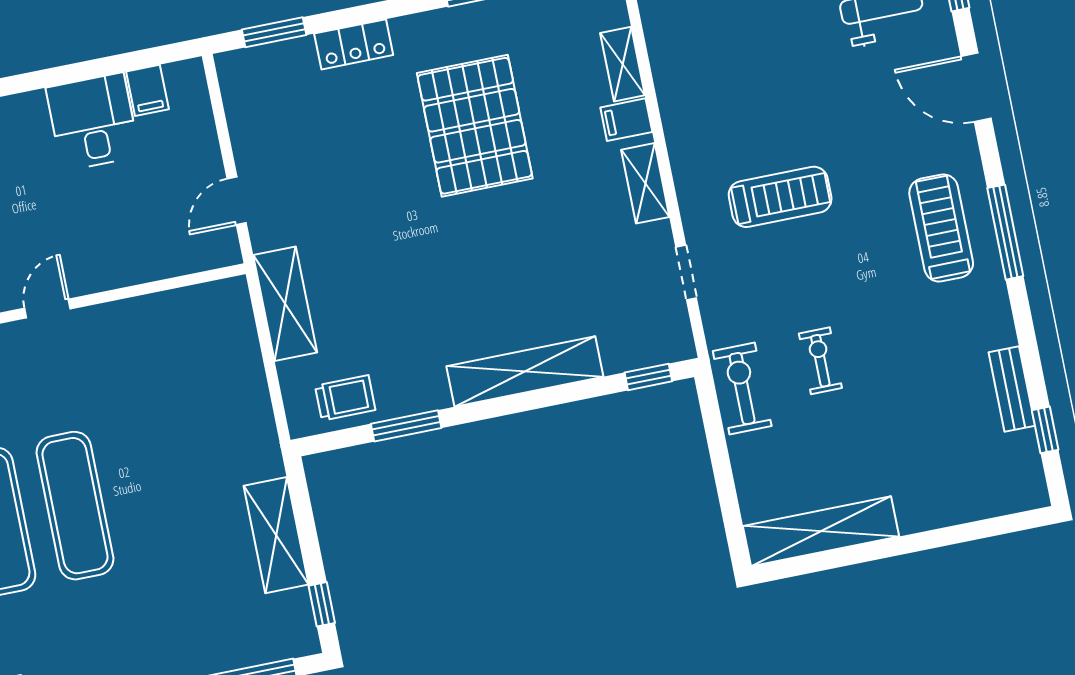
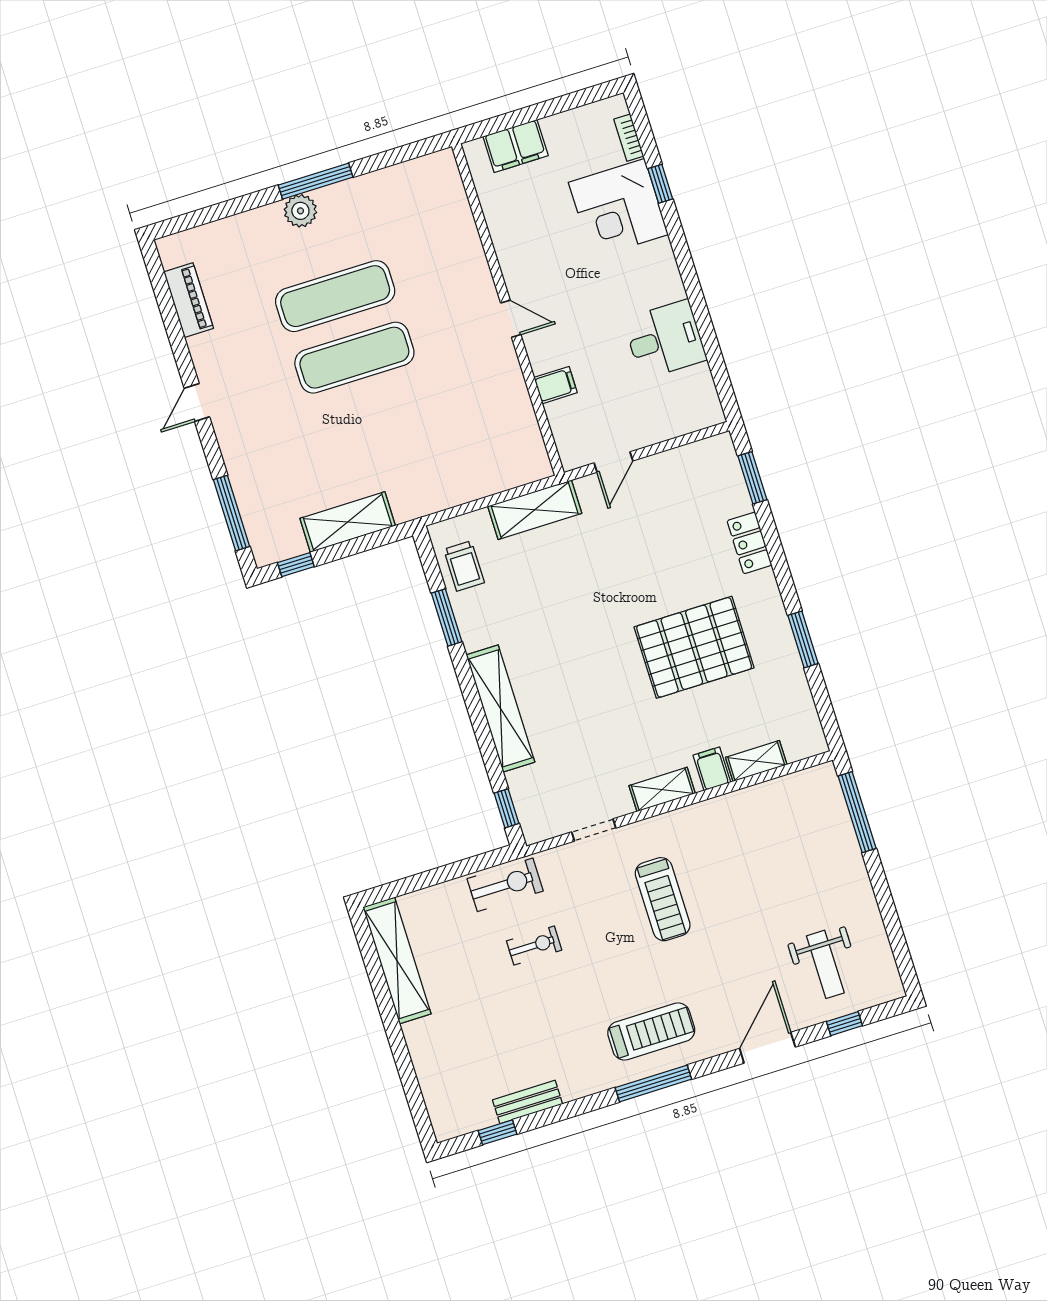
filing cabinet: (147, 90) -> (556, 385), moved, turned 180
door: (237, 201) -> (613, 462), swing flipped

